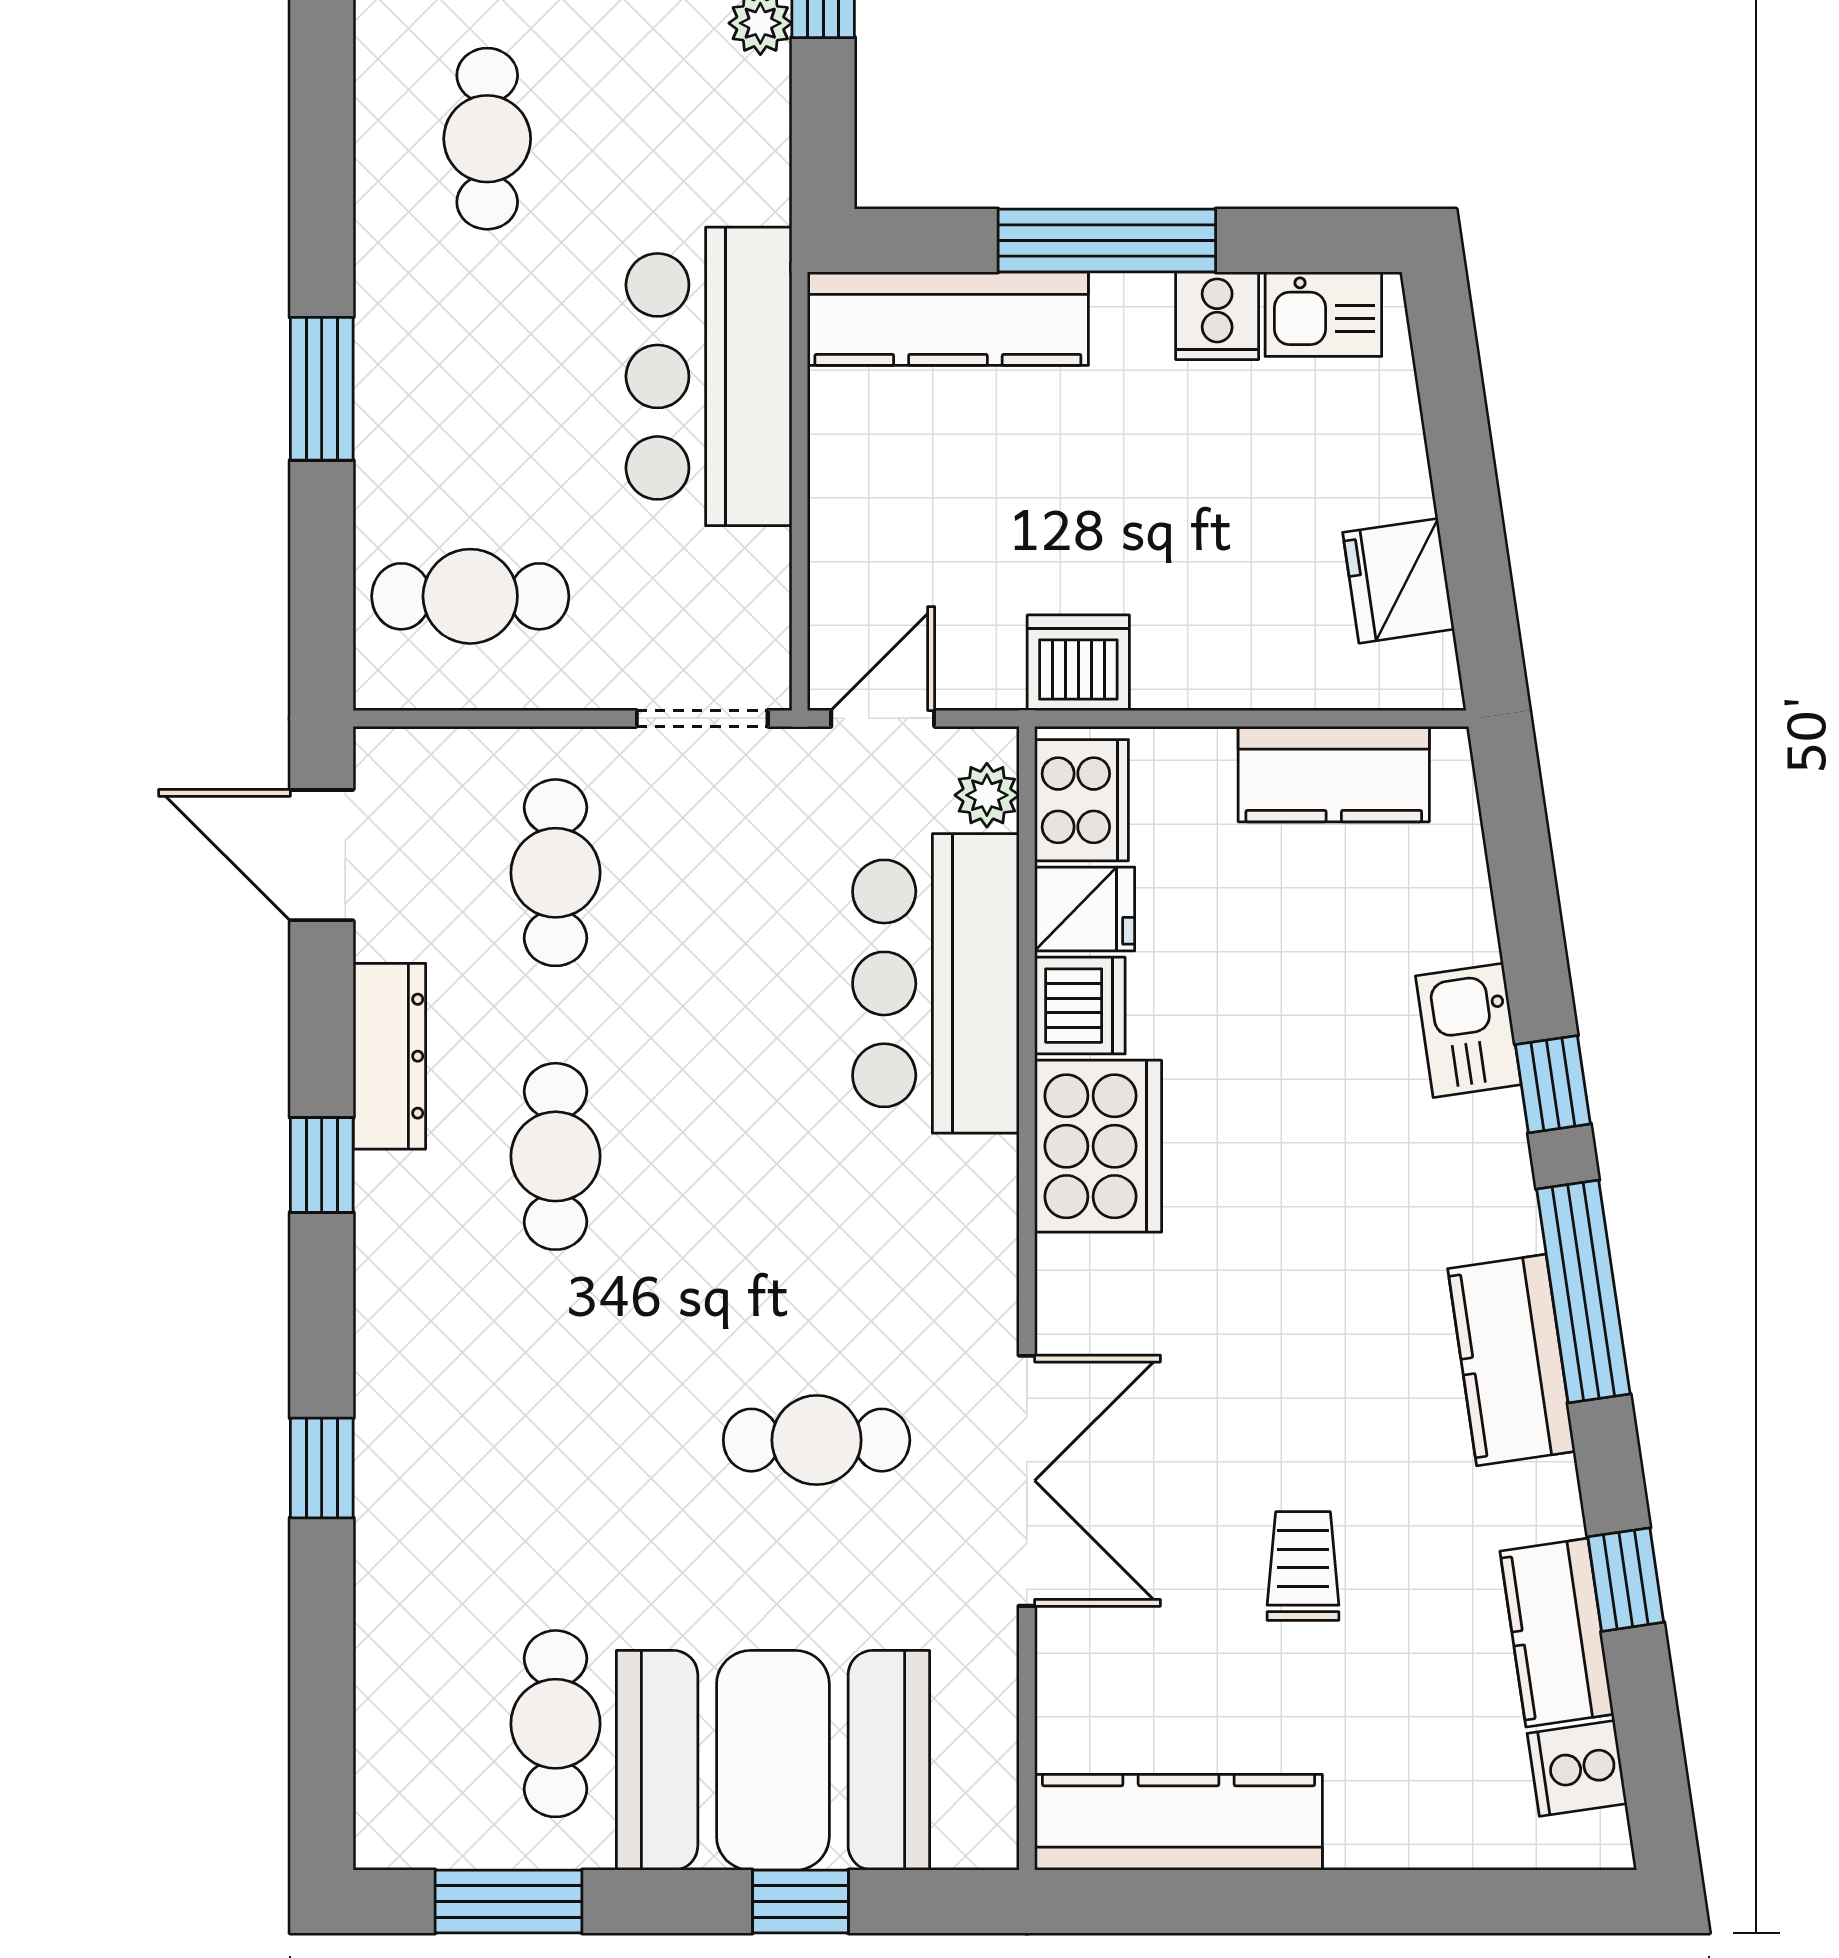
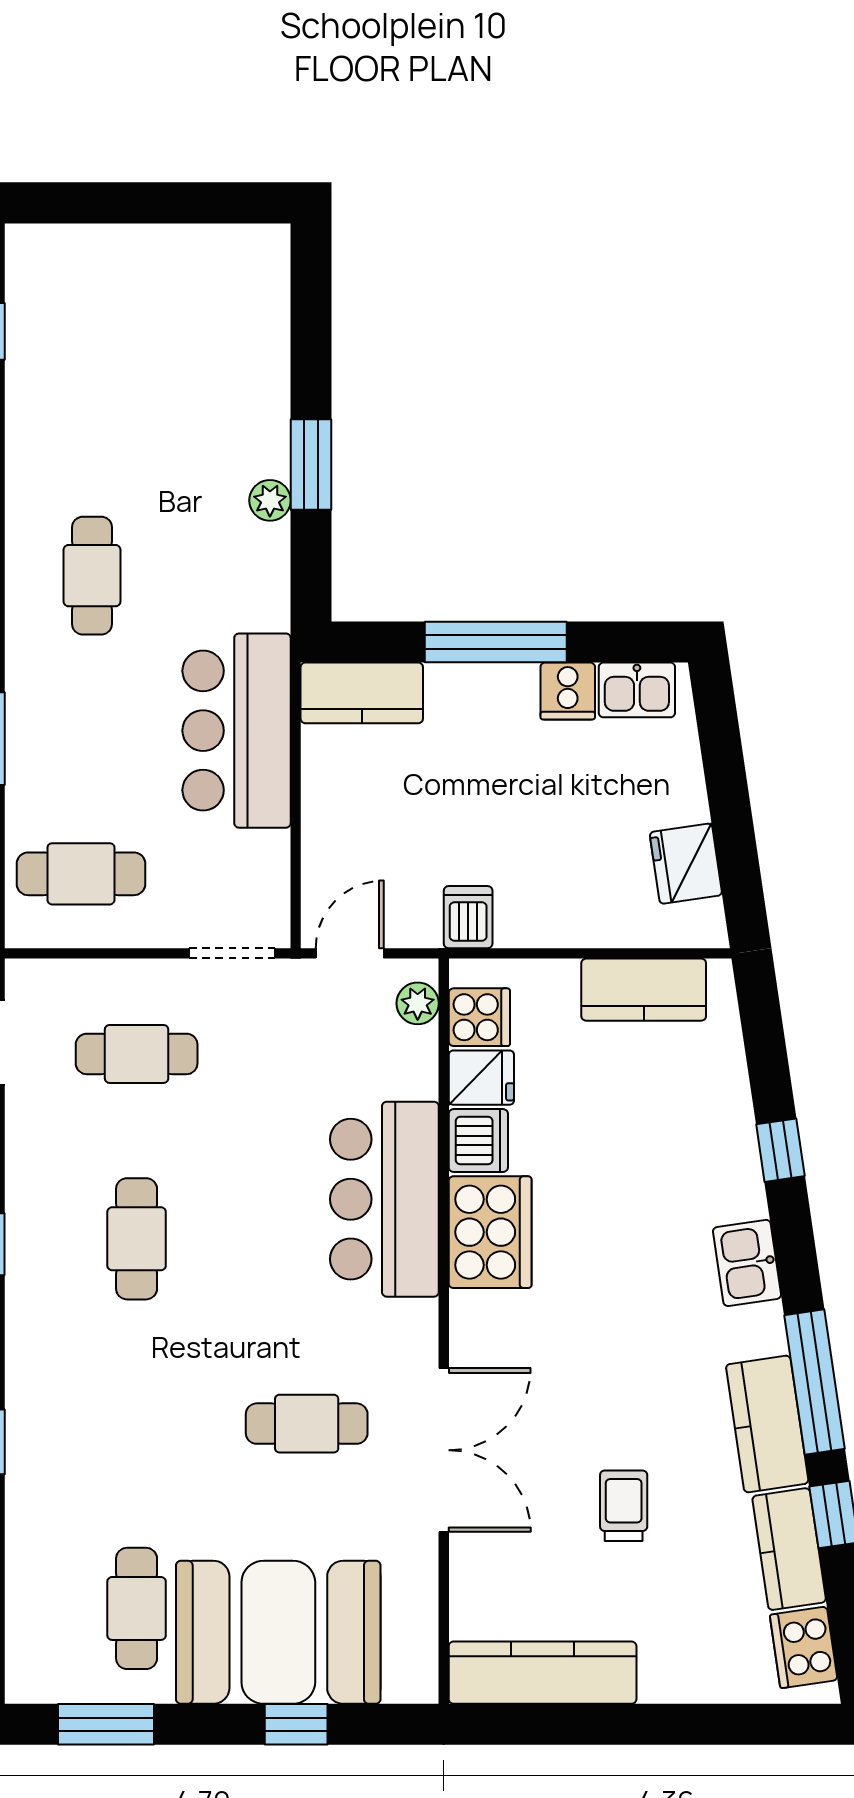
kitchen counter: (948, 319) -> (362, 693), width x0.67
dishwasher: (1078, 663) -> (468, 917), width x0.73
cooker: (1082, 800) -> (479, 1017), width x0.73
cafe table: (556, 873) -> (137, 1054), turned 90
bar counter: (936, 983) -> (384, 1199), moved
kitchen sink: (1468, 1030) -> (747, 1263), moved
dresser: (389, 1056) -> (28, 1173), removed
window: (1553, 1084) -> (780, 1150), moved
window: (1583, 1292) -> (814, 1382), moved
kitchen counter: (1511, 1360) -> (767, 1424), moved
cooker: (1577, 1768) -> (804, 1647), width x1.36

